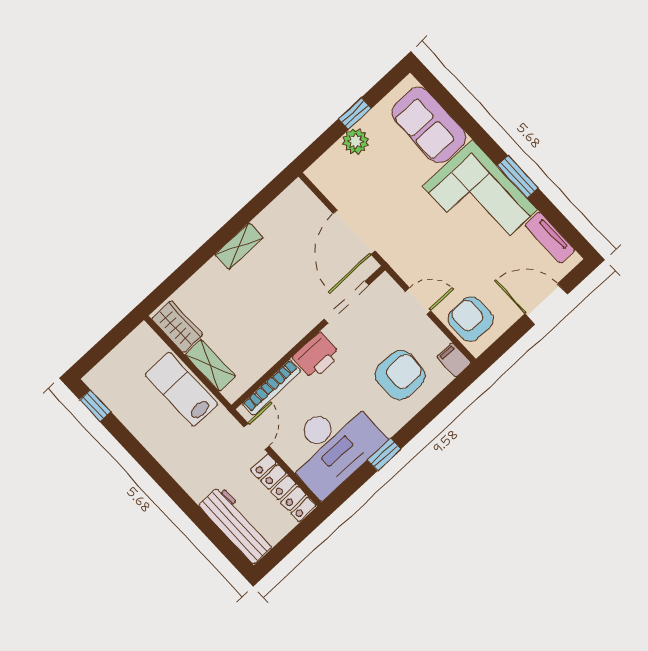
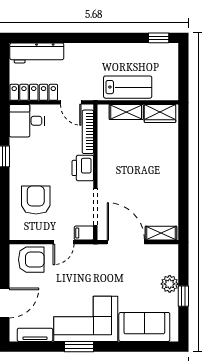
shelving: (239, 246) -> (161, 233), moved, turned 90
filing cabinet: (454, 360) -> (84, 233), moved, turned 180
armchair: (400, 375) -> (36, 200), turned 180
desk: (332, 446) -> (27, 121), width x0.53, depth x0.77

